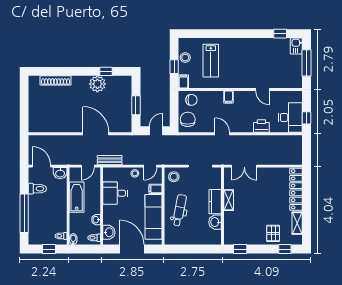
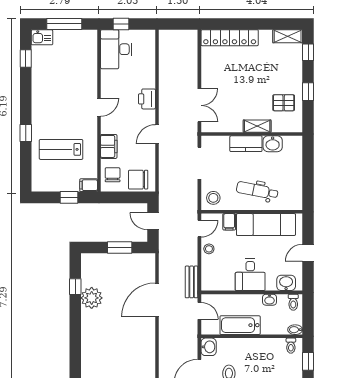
window: (223, 34) -> (26, 133), added
stool: (185, 58) -> (57, 183), removed
lab bench: (211, 61) -> (61, 149), turned 180
shoe rack: (56, 80) -> (87, 353), removed
door: (263, 89) -> (99, 107), moved
filing cabinet: (228, 97) -> (109, 146), moved, width x2.00
desk: (290, 117) -> (116, 49), moved, turned -90
window: (307, 118) -> (121, 24), moved
printer: (261, 126) -> (147, 99), moved
door: (150, 166) -> (199, 229), hinge flipped
desk: (115, 193) -> (250, 275), moved
shelving: (229, 200) -> (257, 126), moved
shelving: (297, 223) -> (288, 36), moved
pallet: (273, 233) -> (284, 103), moved
door: (132, 249) -> (308, 253), width x0.53
window: (240, 249) -> (308, 92), moved

